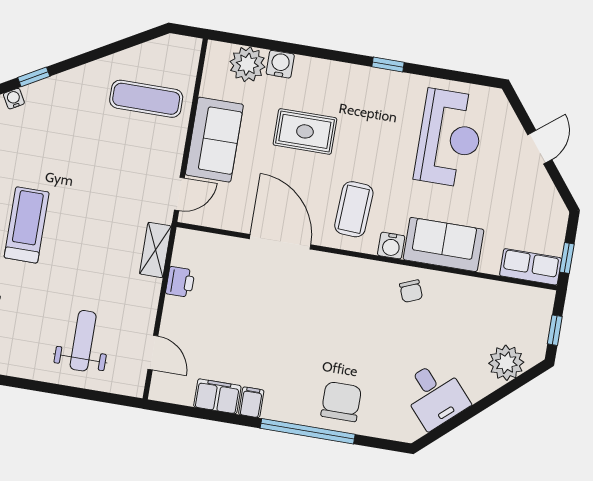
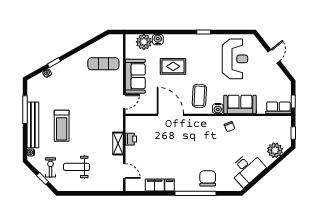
treadmill: (27, 225) -> (62, 126), turned 180
shelving: (155, 250) -> (118, 144), moved
weight bench: (83, 341) -> (77, 167), moved, turned -90
desk: (435, 395) -> (247, 169), width x1.37

